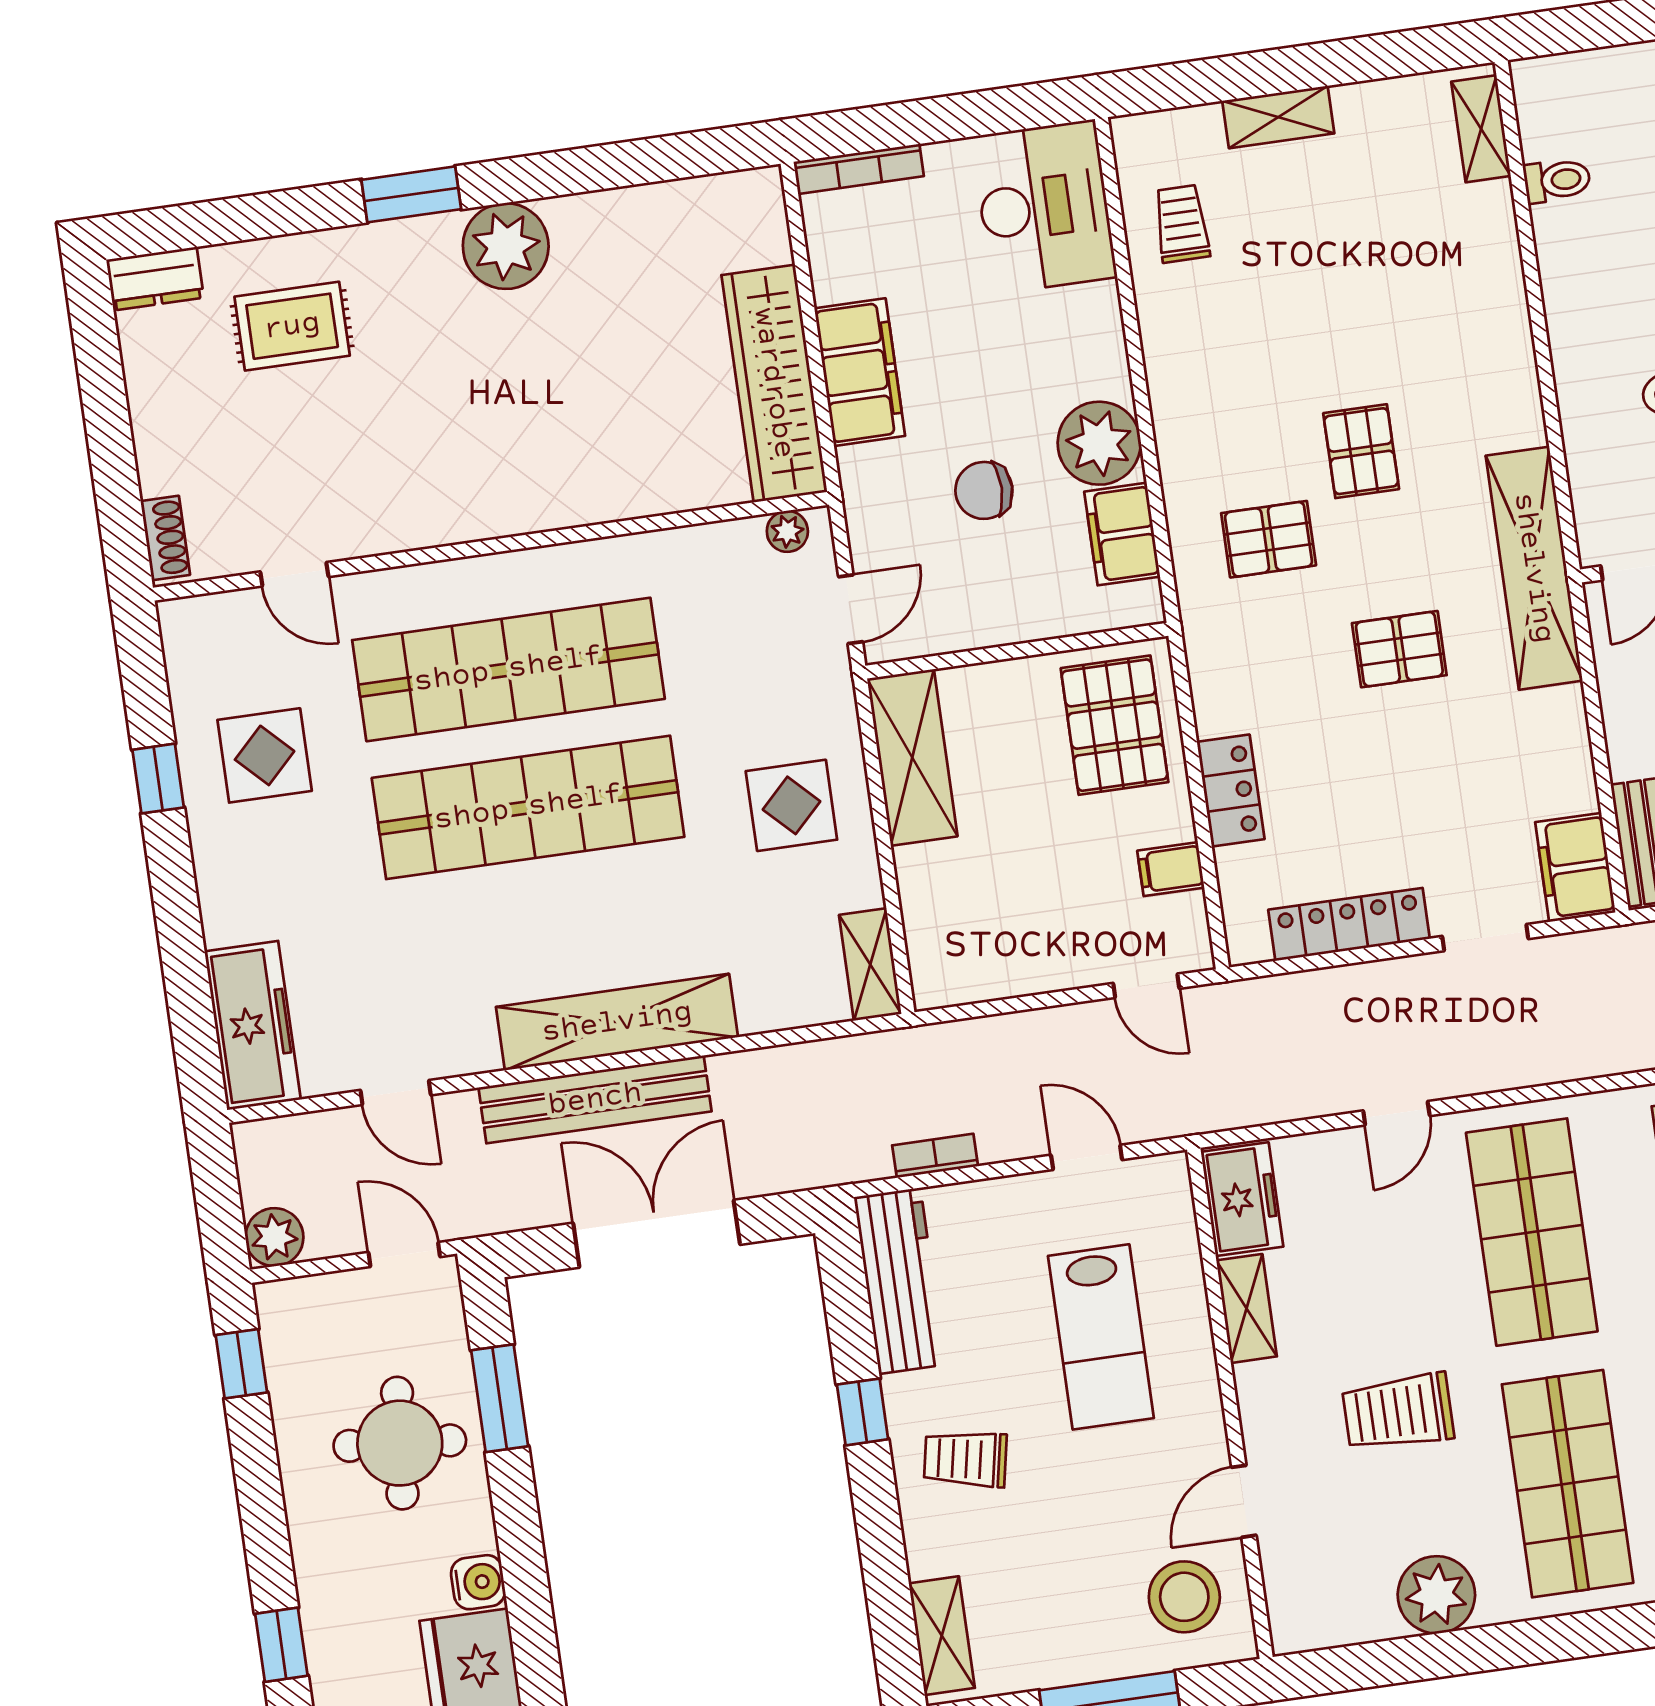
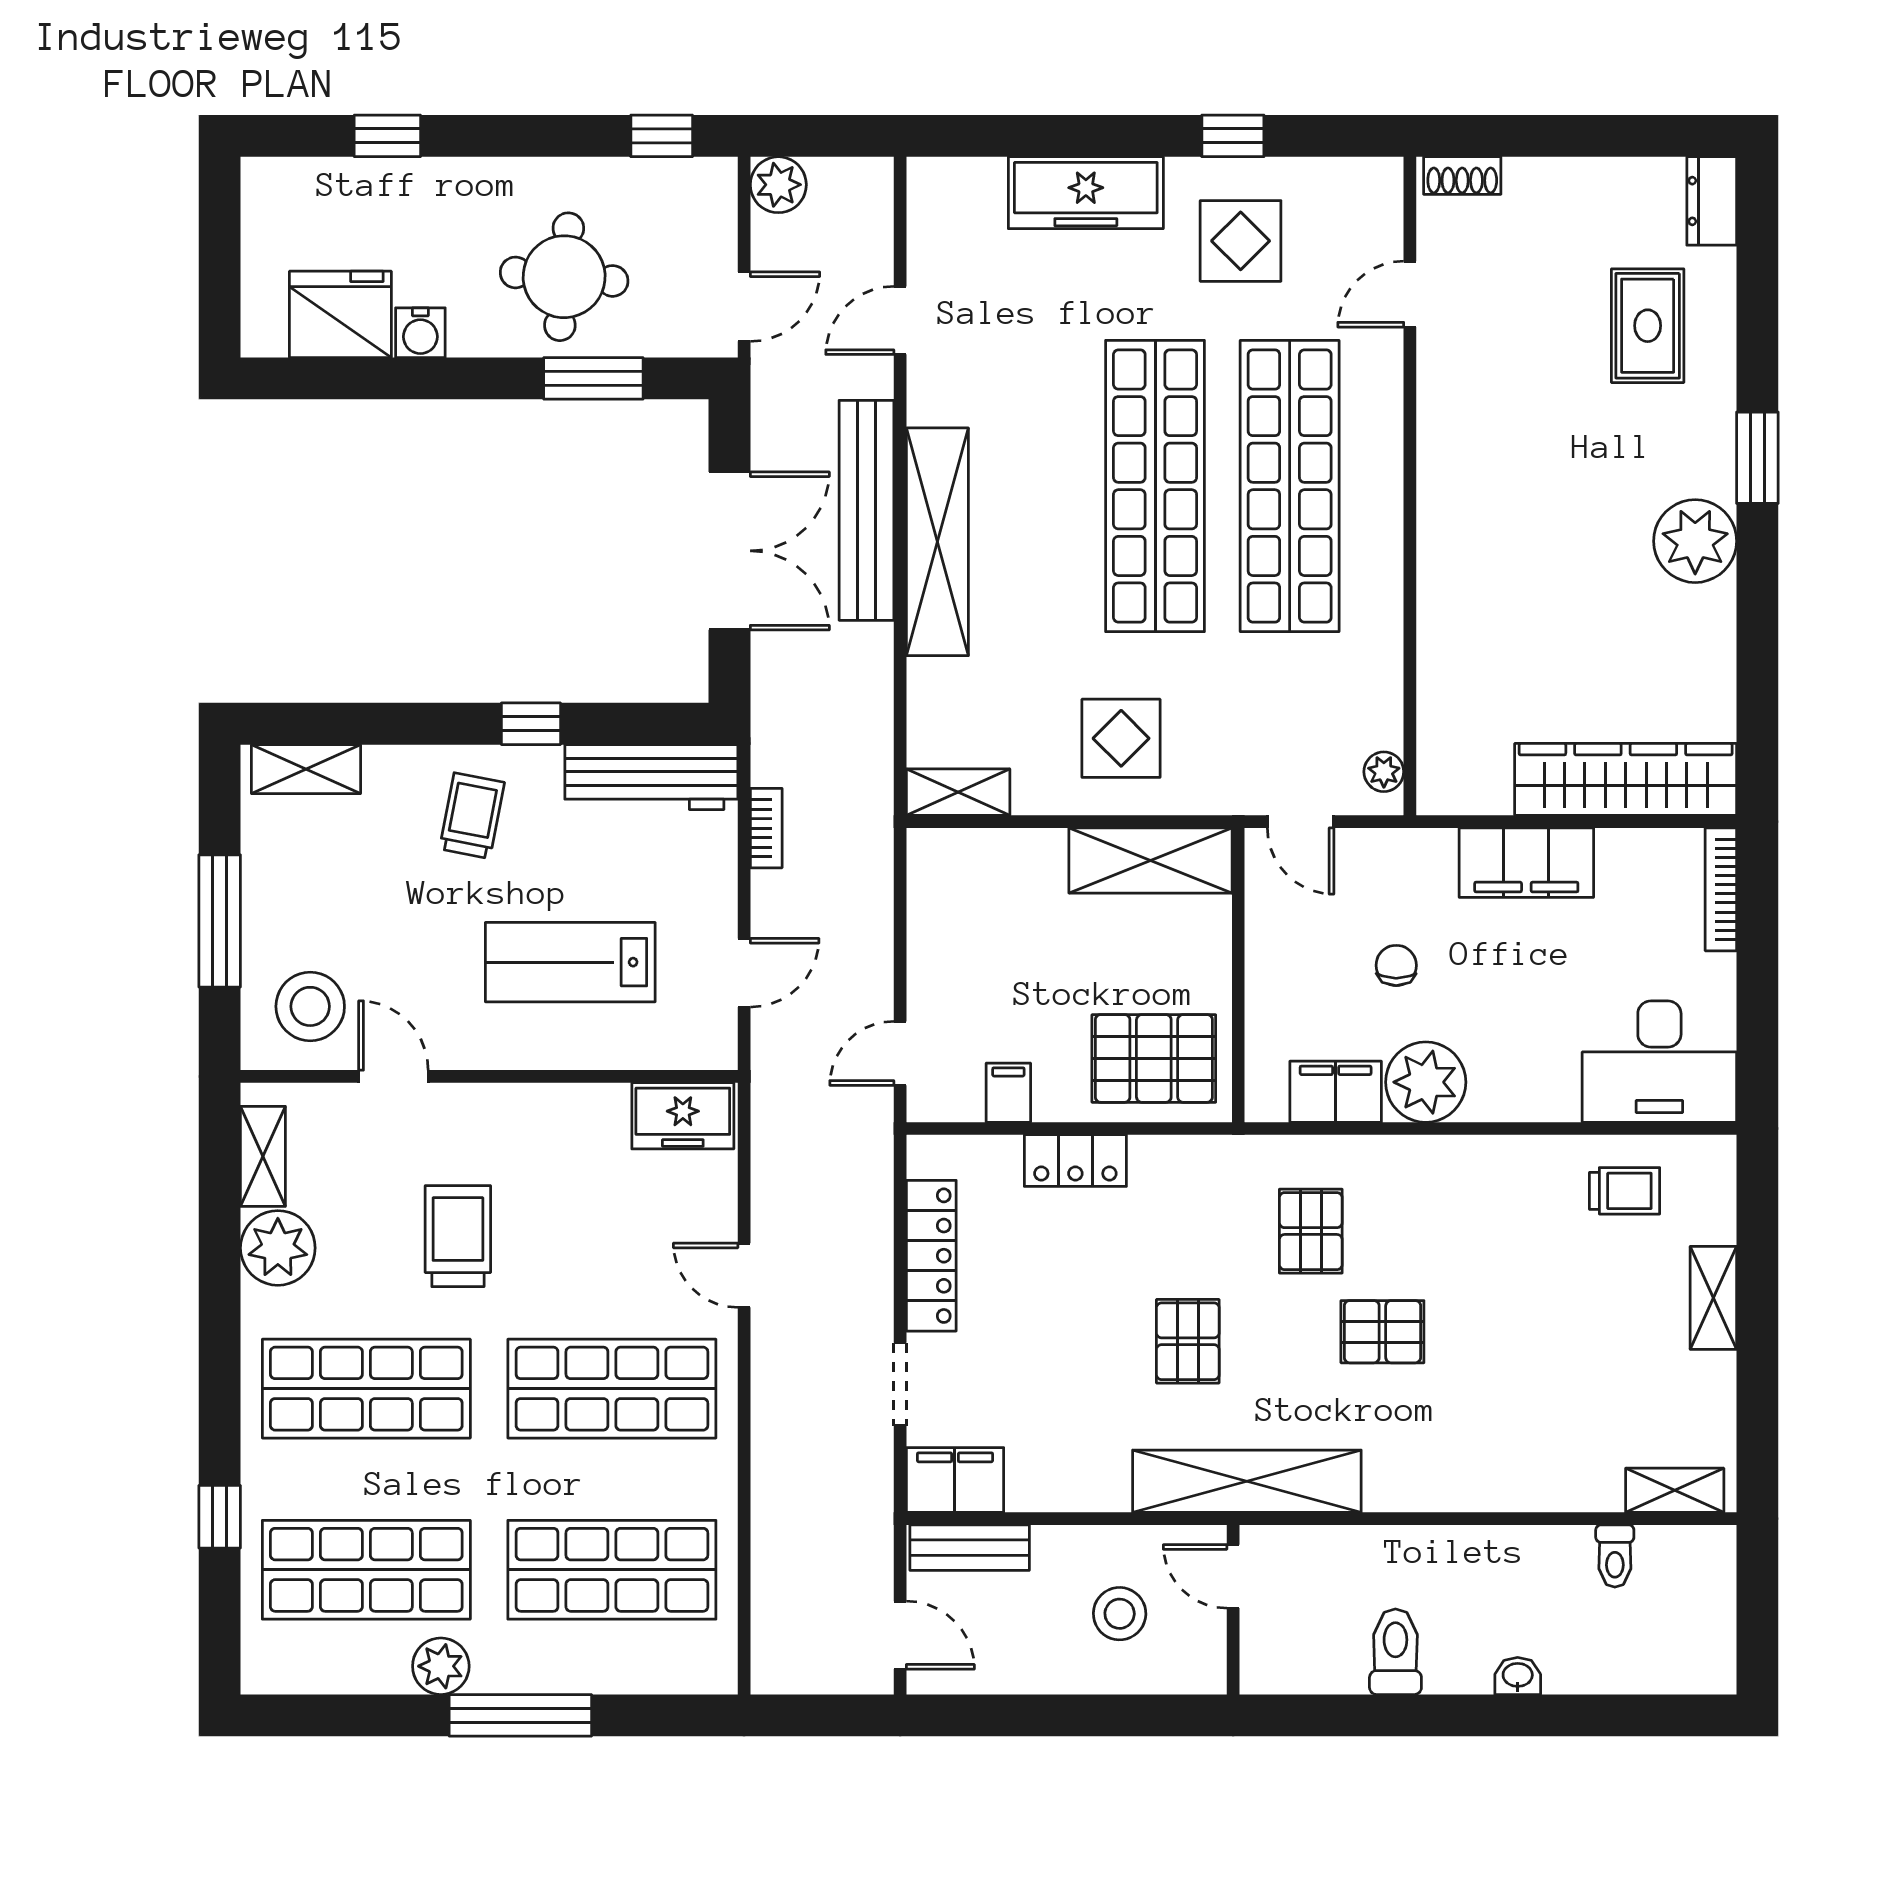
wardrobe: (774, 383) -> (1626, 779), moved
chair: (984, 490) -> (1396, 965), width x0.73, depth x0.73
freezer: (253, 1025) -> (1086, 193), moved
shelving: (1247, 1308) -> (263, 1156), moved, turned 90

